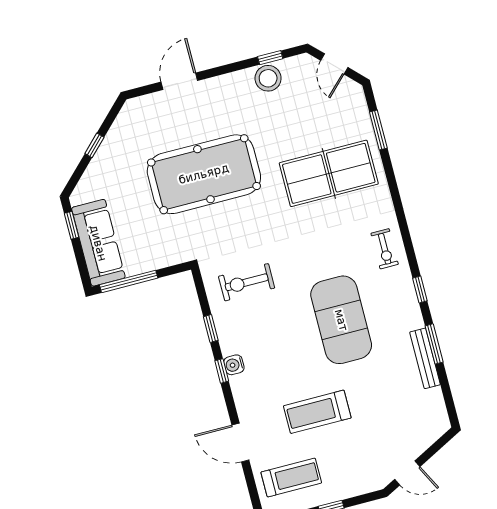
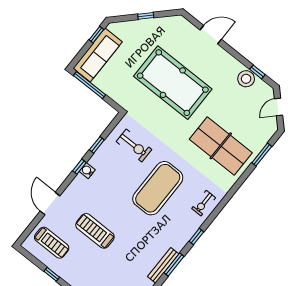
exercise bike: (247, 282) -> (134, 146), turned 180
exercise mat: (341, 320) -> (158, 188), moved

